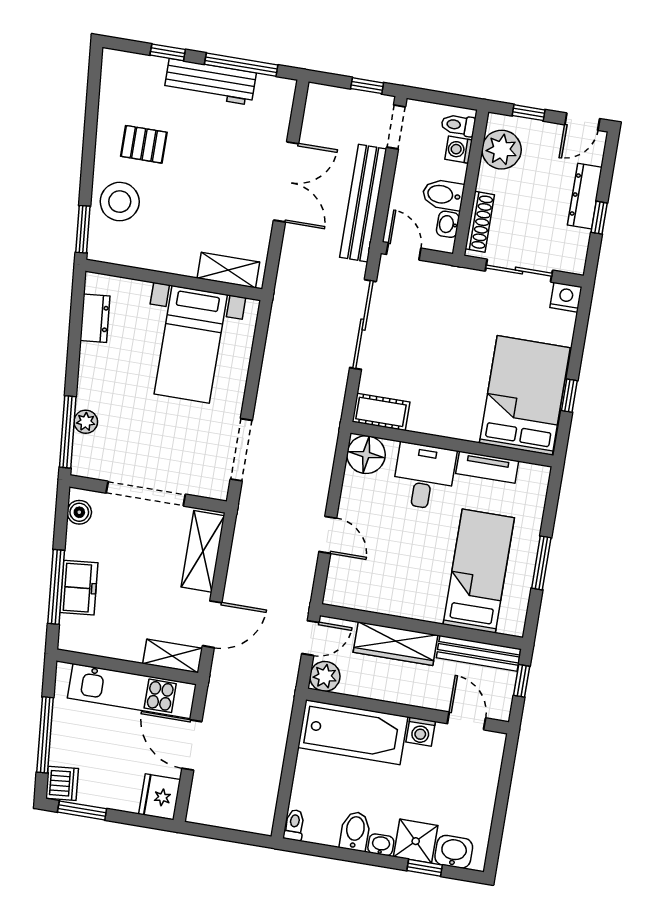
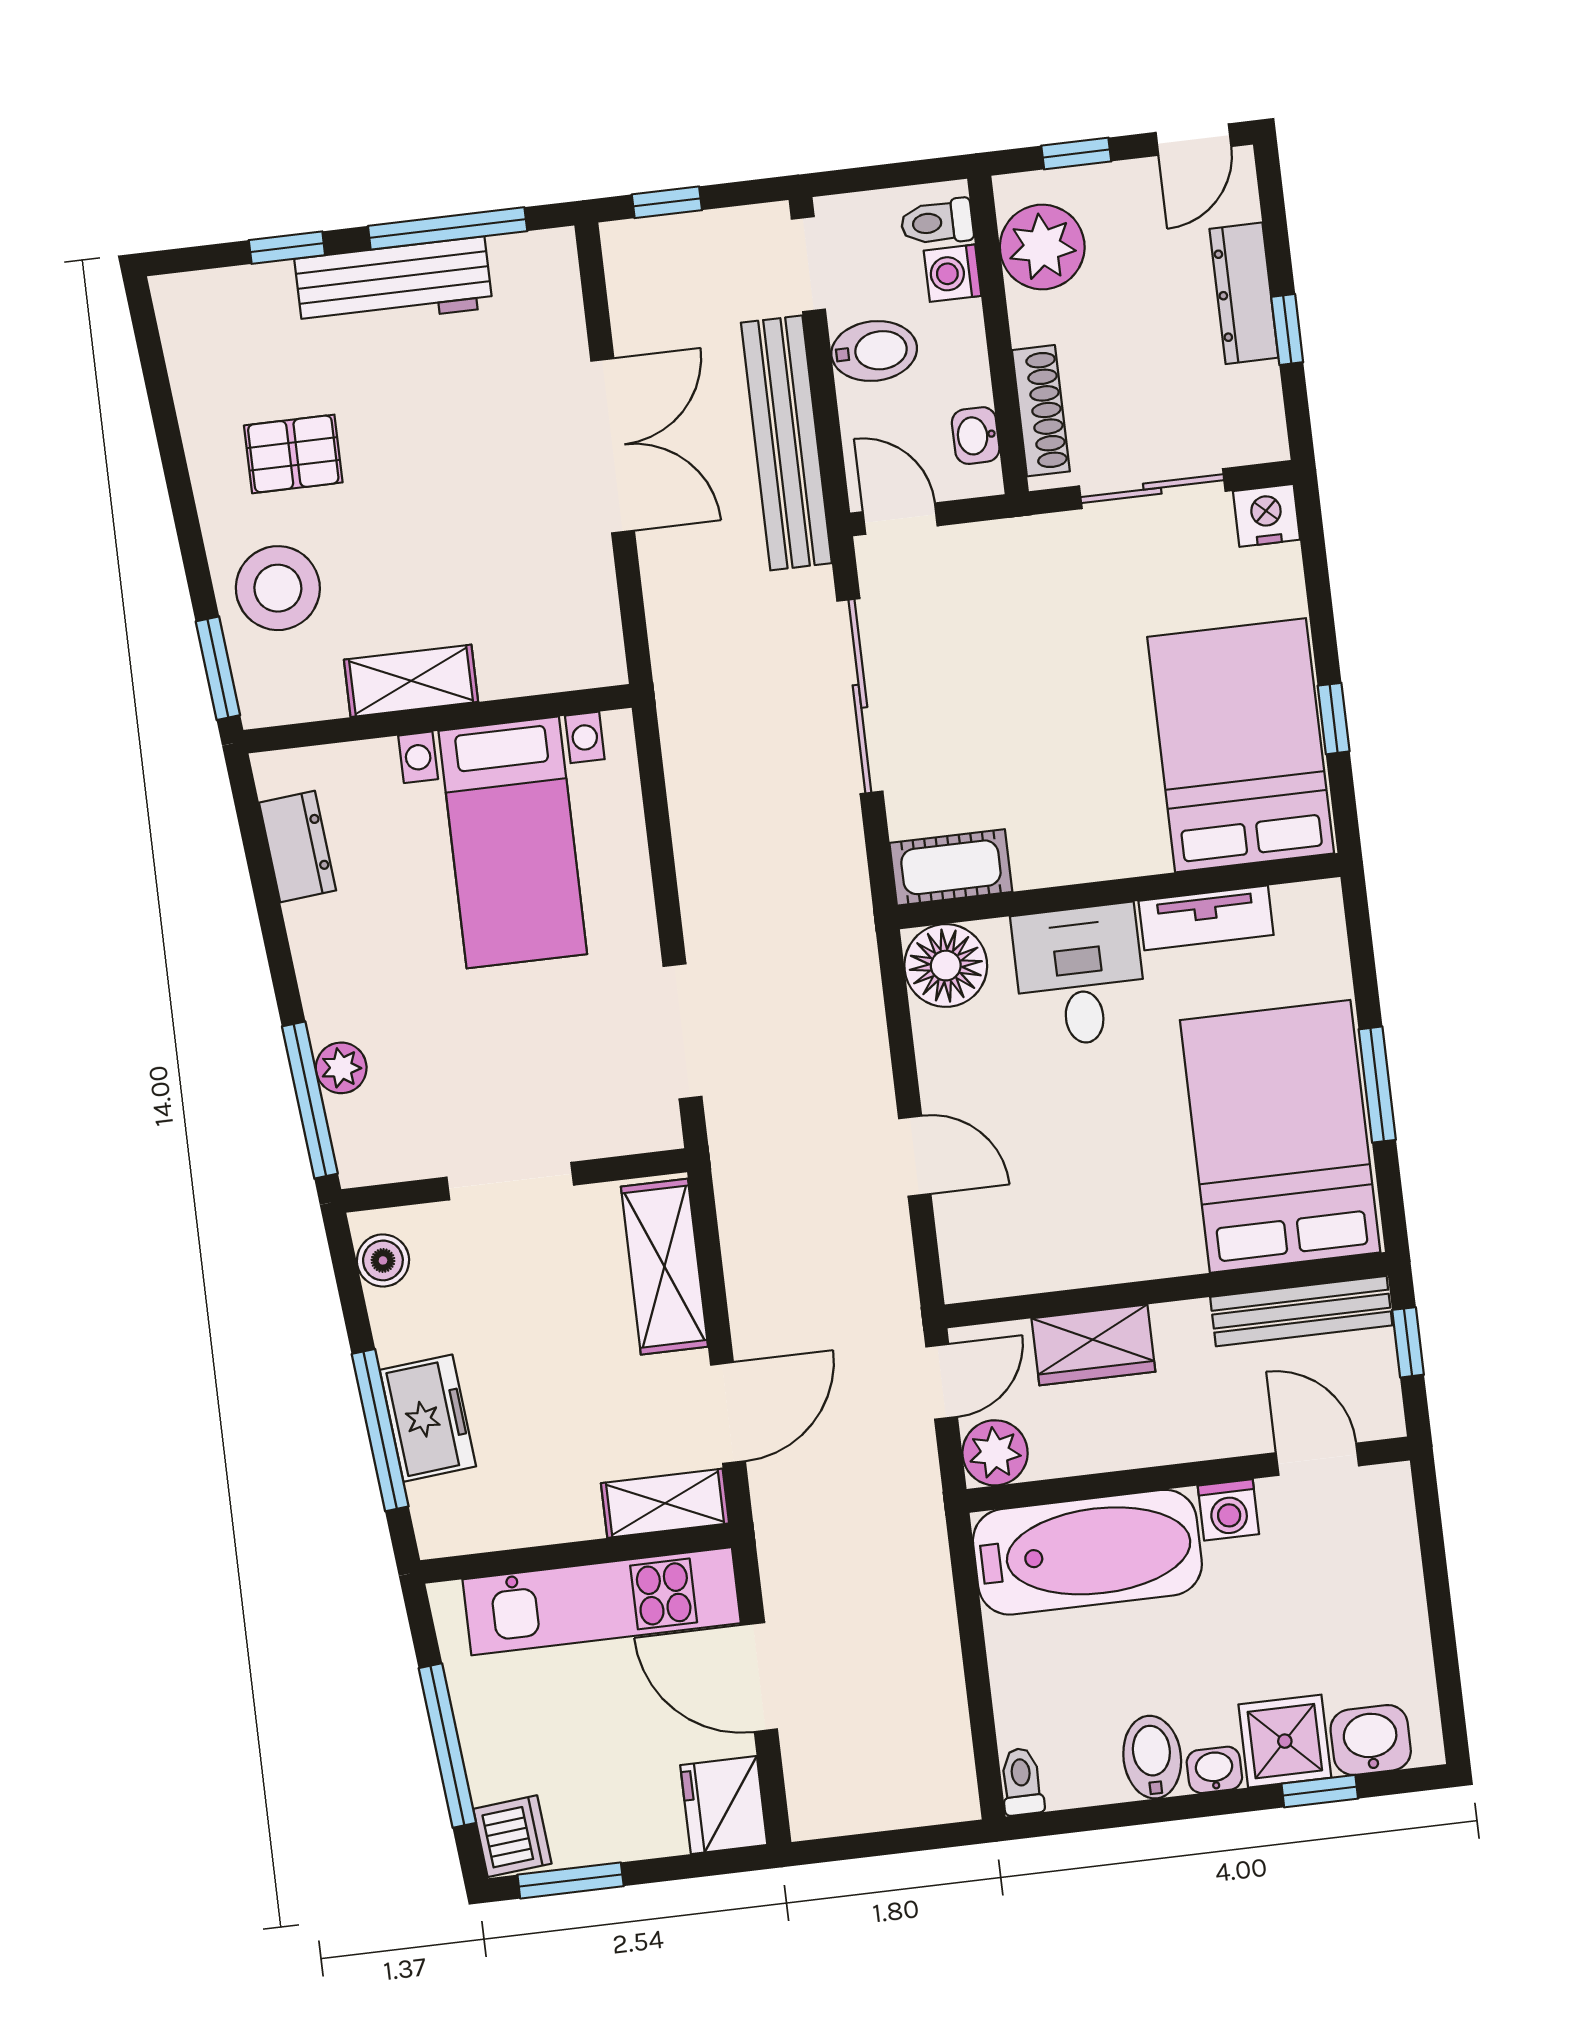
window: (367, 86) -> (667, 202), moved
bidet: (443, 195) -> (874, 351), moved, turned 180
shelving: (228, 270) -> (411, 681), moved
doorway: (146, 494) -> (510, 1181), width x0.73
bed: (479, 571) -> (1280, 1136), width x1.50
wardrobe: (396, 644) -> (1093, 1345), width x0.67

